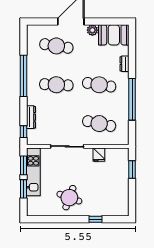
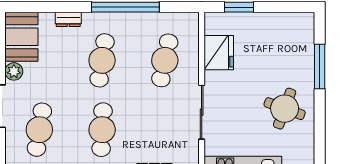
fridge: (99, 155) -> (219, 53), width x1.88, depth x1.34
window: (95, 219) -> (320, 66), width x2.17

